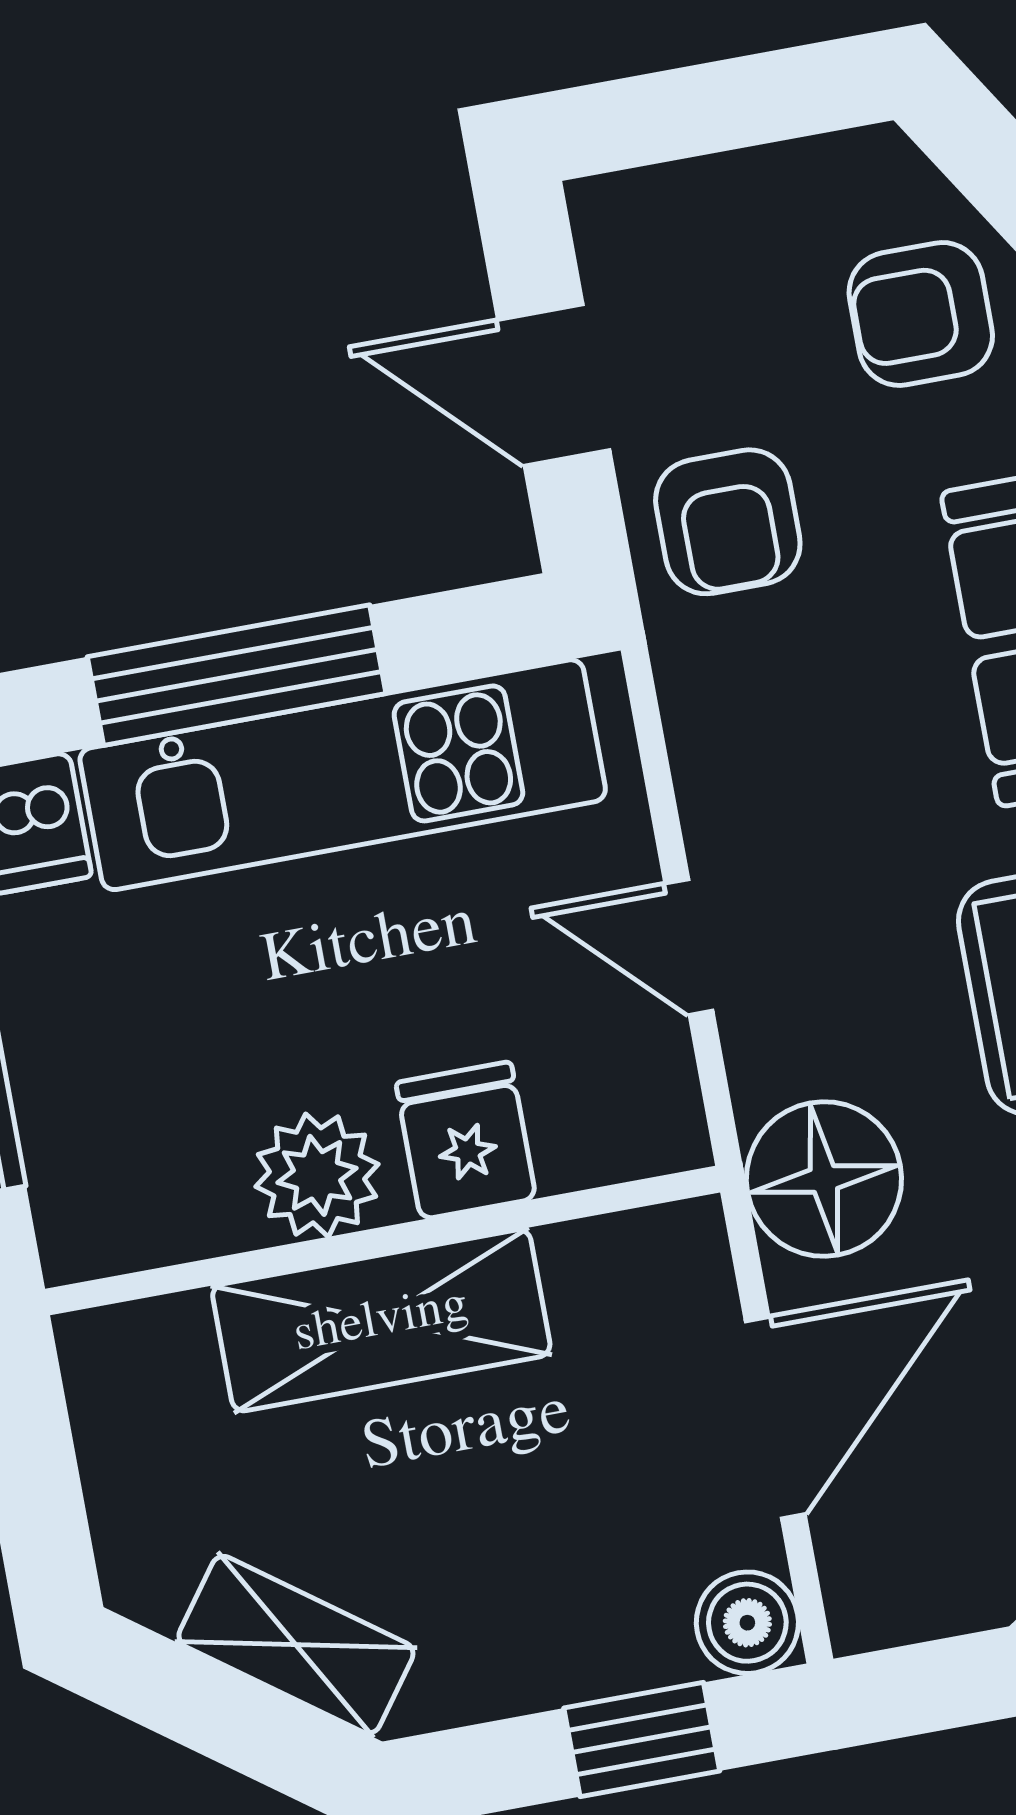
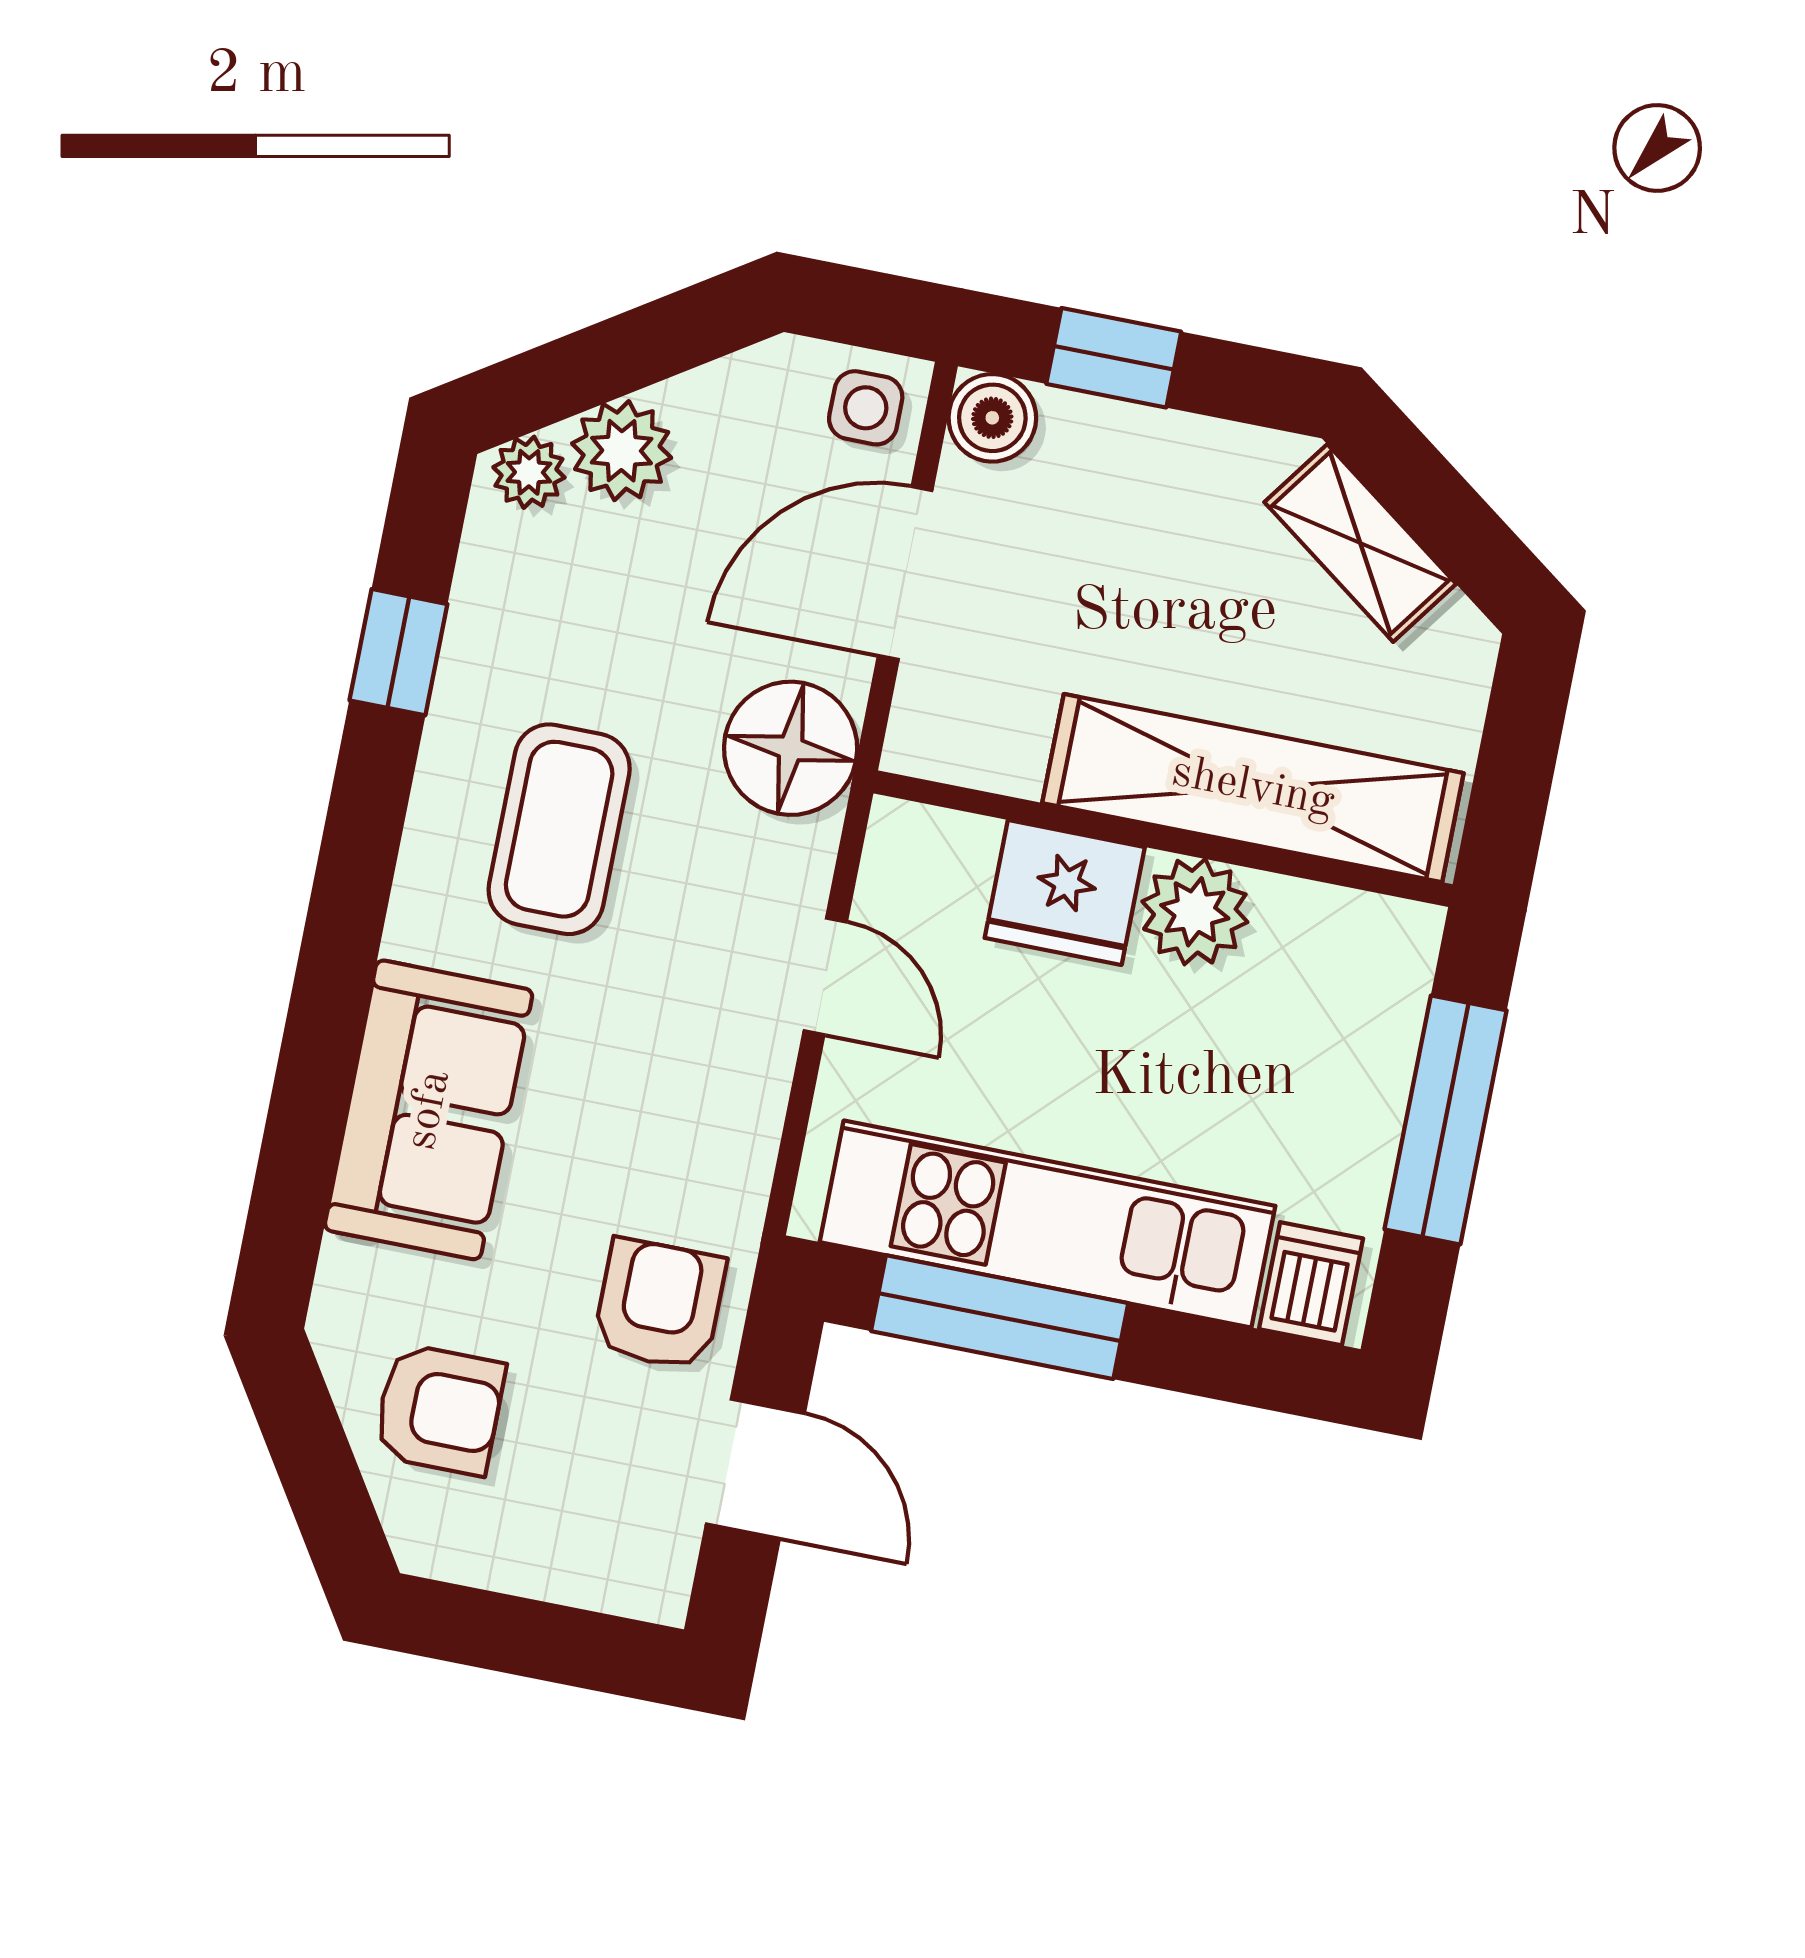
window: (237, 675) -> (1000, 1317), moved
fridge: (466, 1141) -> (1065, 892), width x1.38
shelving: (381, 1320) -> (1253, 788), width x1.47
side table: (889, 1579) -> (866, 408), added

